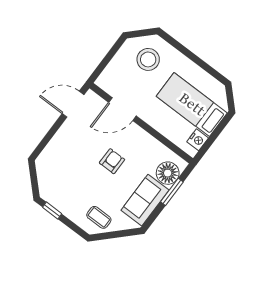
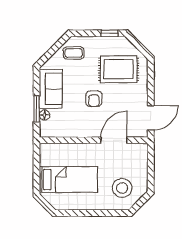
nightstand: (198, 140) -> (46, 158), removed
rug: (69, 171) -> (119, 69), added
floor lamp: (168, 173) -> (45, 115), width x0.53, depth x0.53

